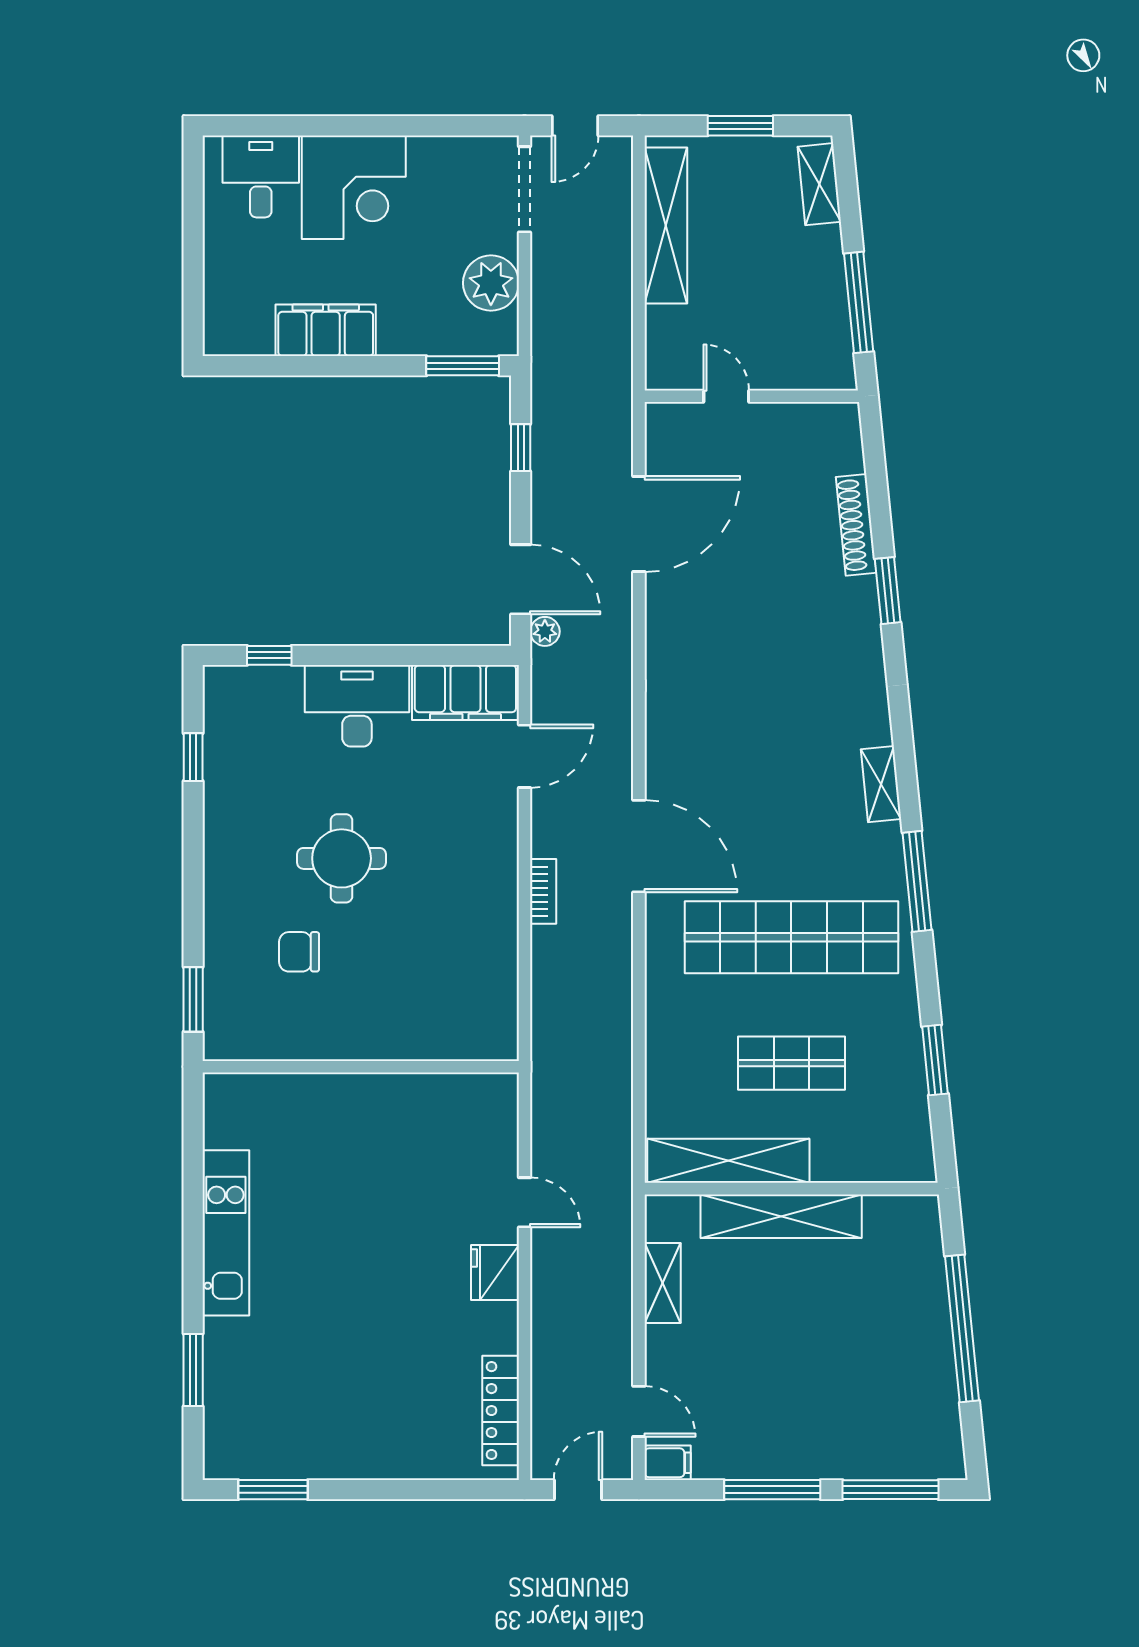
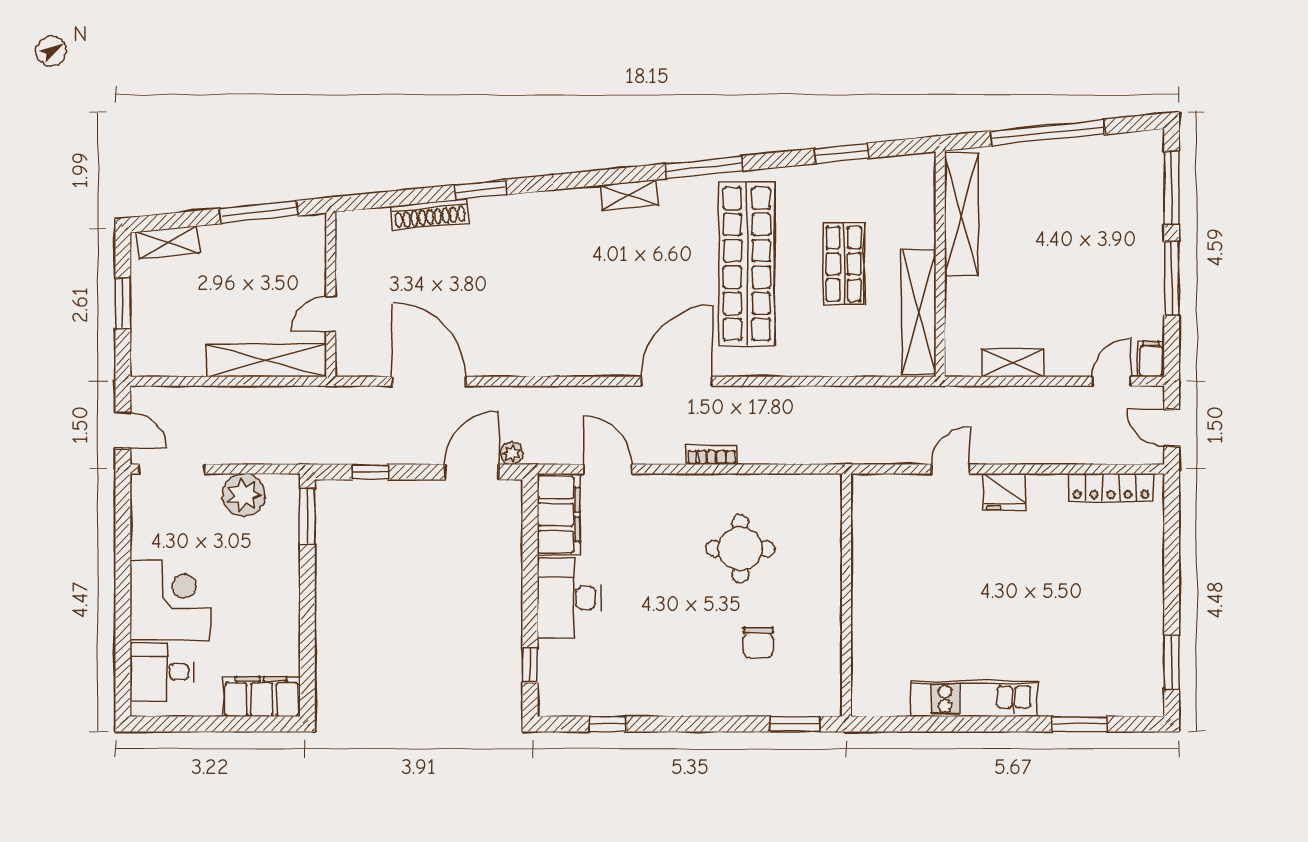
shelving: (666, 226) -> (266, 360), moved
filing cabinet: (326, 330) -> (262, 697), moved, turned 90
round table: (342, 858) -> (740, 549), moved
shelving: (781, 1216) -> (961, 214), moved

